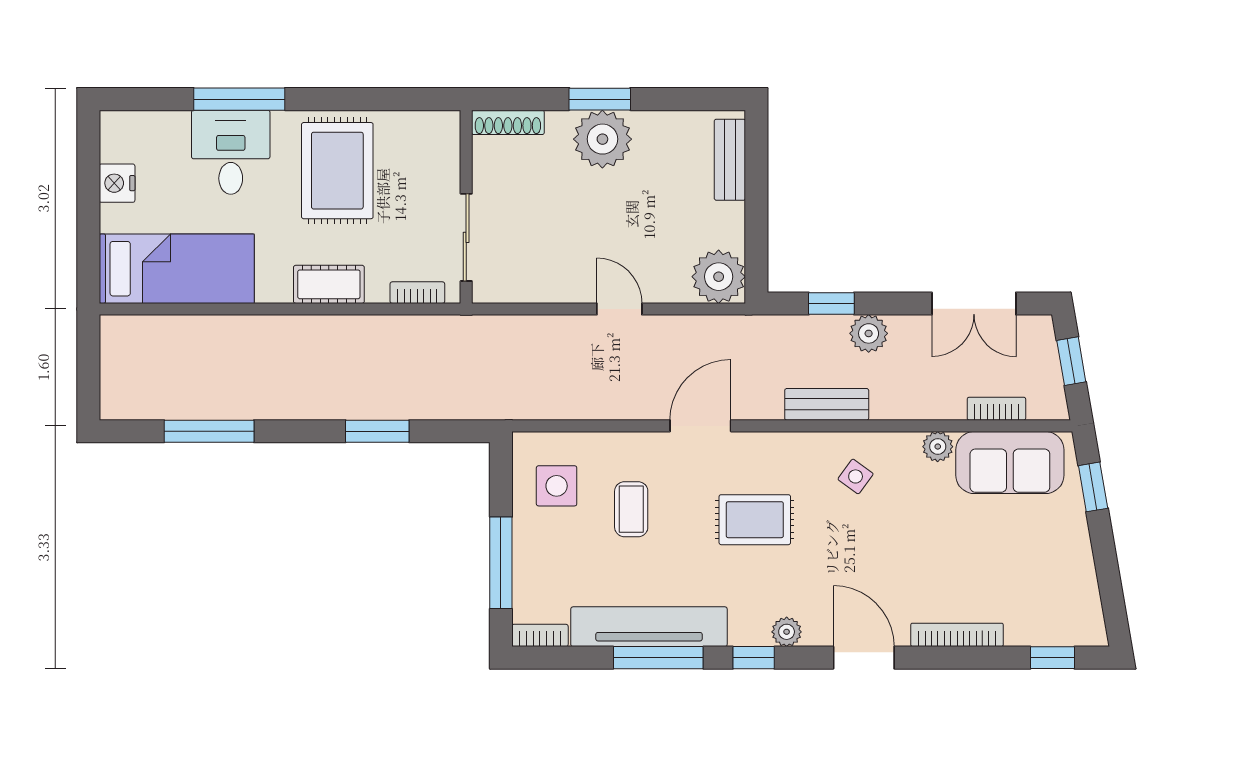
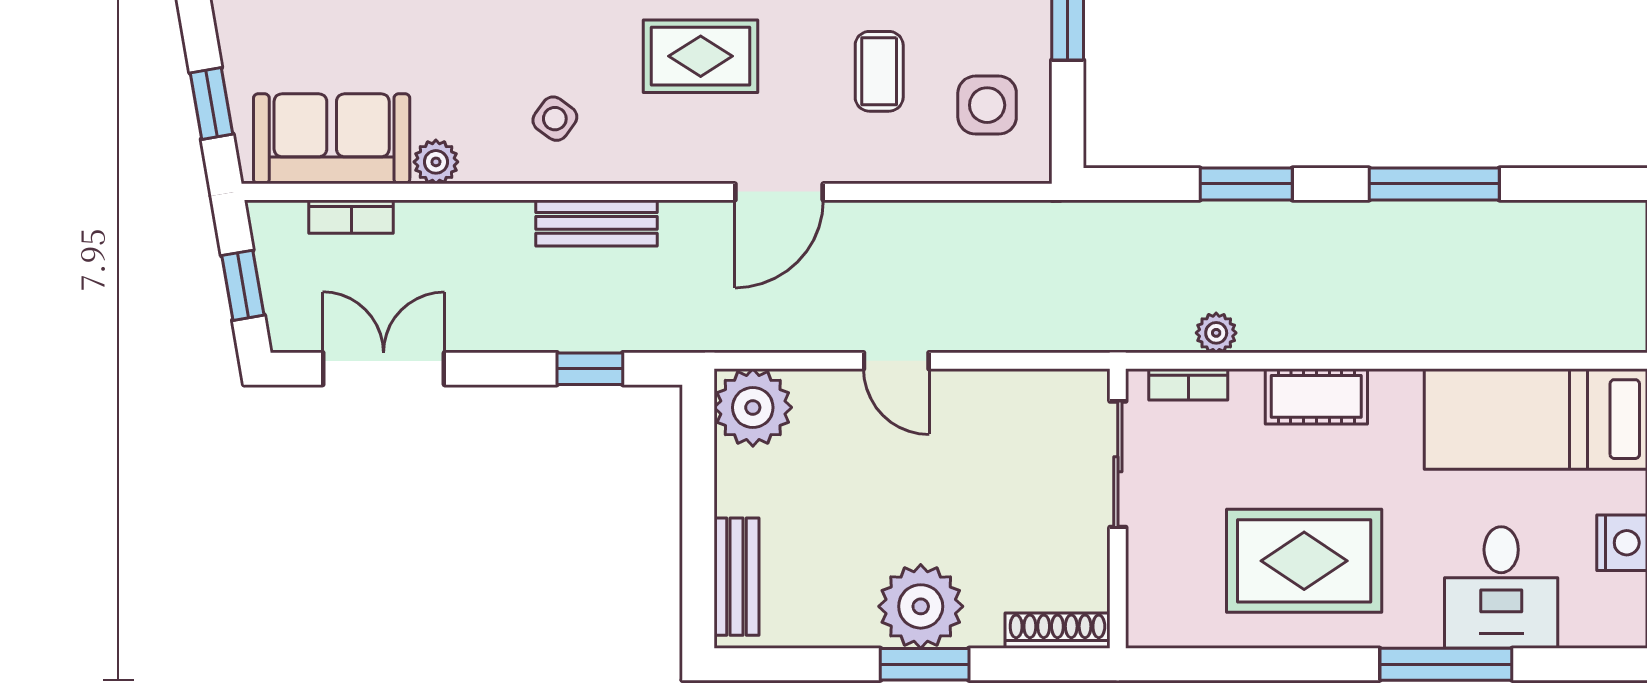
desk: (231, 152) -> (1501, 587), moved
rug: (337, 171) -> (1304, 561), turned 90
plant: (869, 333) -> (1216, 333), moved, width x0.73, depth x0.73
window: (209, 431) -> (1434, 184), moved

